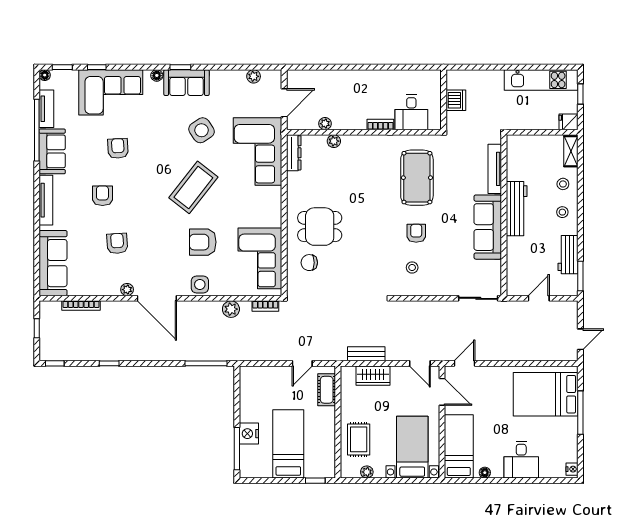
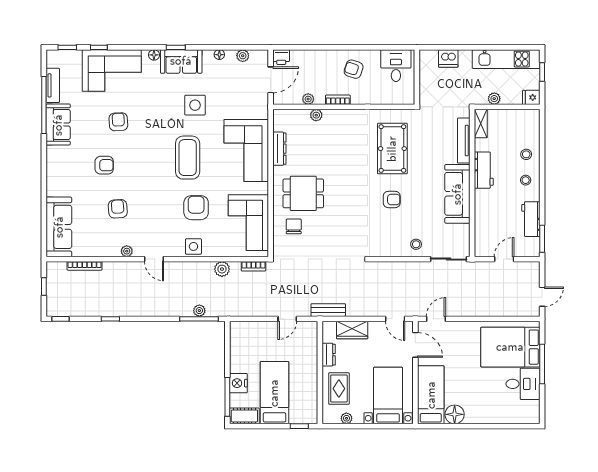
floor lamp: (45, 75) -> (219, 55), moved
printer: (296, 78) -> (281, 57), added
armchair: (375, 91) -> (354, 69), added
dishwasher: (456, 100) -> (448, 58), moved, turned 90
desk: (411, 112) -> (396, 66), moved, turned 180
plant: (528, 123) -> (494, 99), added
bookcase: (380, 124) -> (338, 100), moved
side table: (202, 130) -> (195, 105), turned 33
corner sofa: (258, 151) -> (246, 151), moved
shelving: (571, 151) -> (481, 123), moved
dresser: (294, 153) -> (279, 149), moved
coffee table: (193, 187) -> (188, 158), turned -38
armchair: (102, 196) -> (104, 165), turned 90
tv unit: (46, 200) -> (52, 169), removed
workbench: (517, 209) -> (484, 170), width x0.73
armchair: (416, 233) -> (392, 199), turned 90
armchair: (203, 242) -> (196, 208), turned 90
chair: (309, 263) -> (294, 226), turned 90
stool: (412, 268) -> (416, 244), moved
door: (157, 298) -> (154, 259), width x0.53
plant: (206, 354) -> (199, 311), added
bench: (366, 354) -> (328, 310), moved
cot: (327, 390) -> (244, 416), moved, turned 90
dresser: (347, 402) -> (329, 355), added
desk: (521, 460) -> (523, 384), moved, turned -90
nightstand: (572, 469) -> (535, 416), removed
floor lamp: (485, 473) -> (455, 414), width x1.89, depth x1.89

